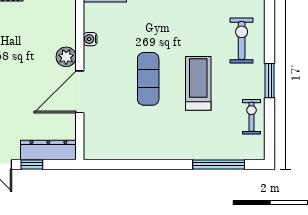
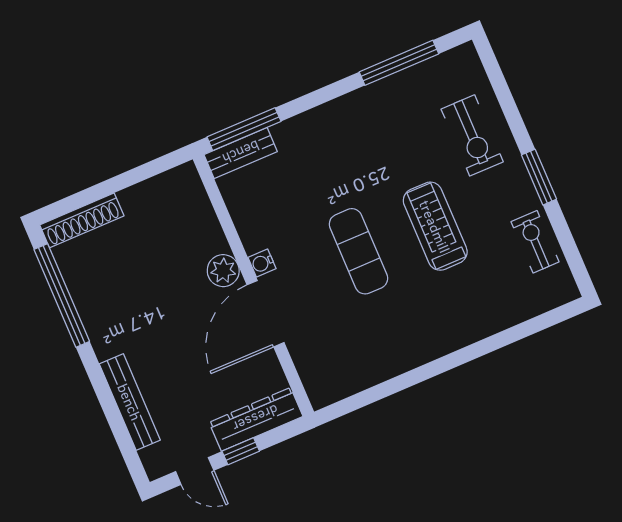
water cooler: (90, 39) -> (262, 263), moved
exercise bike: (242, 41) -> (472, 135), turned 180
window: (219, 164) -> (517, 333), removed

